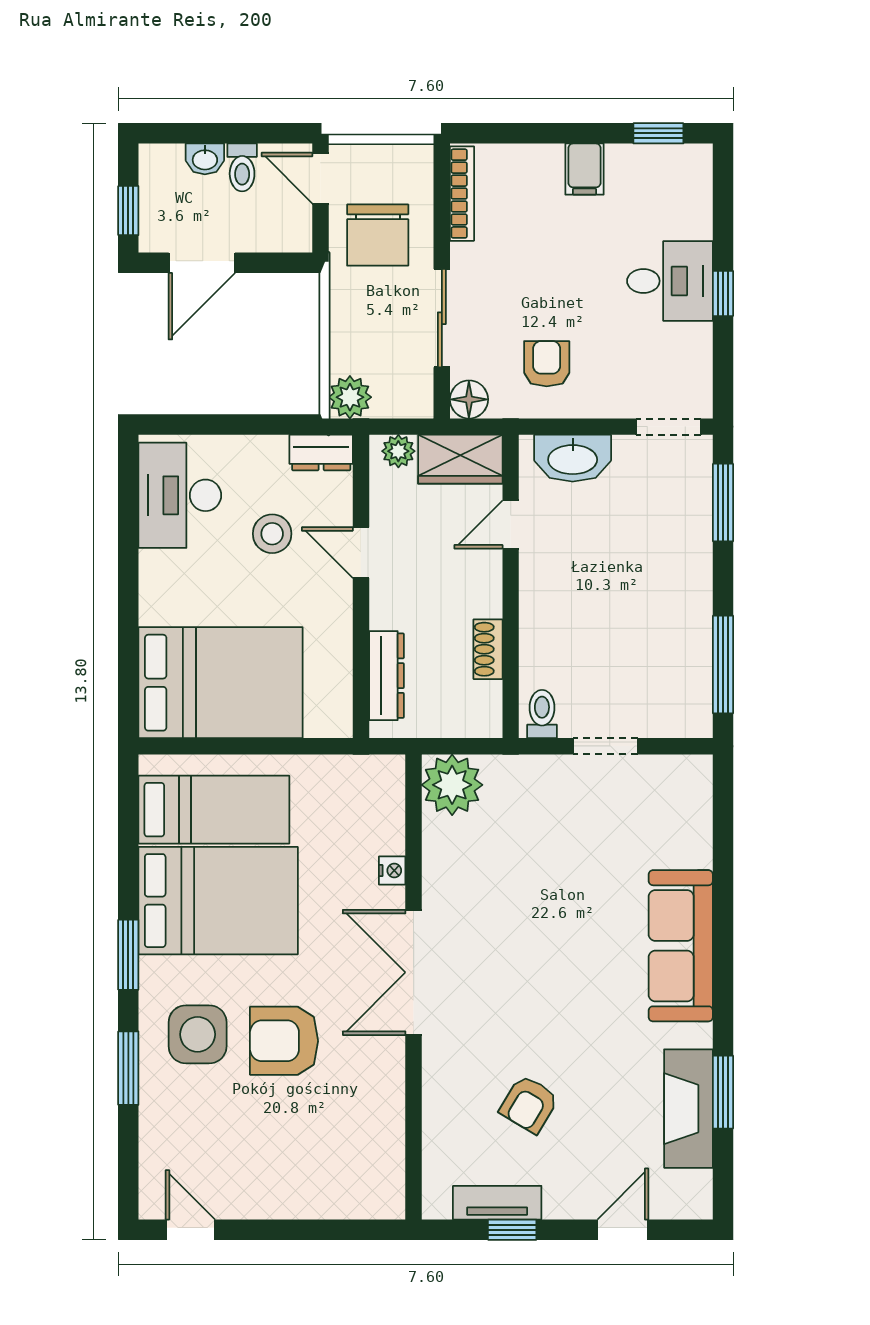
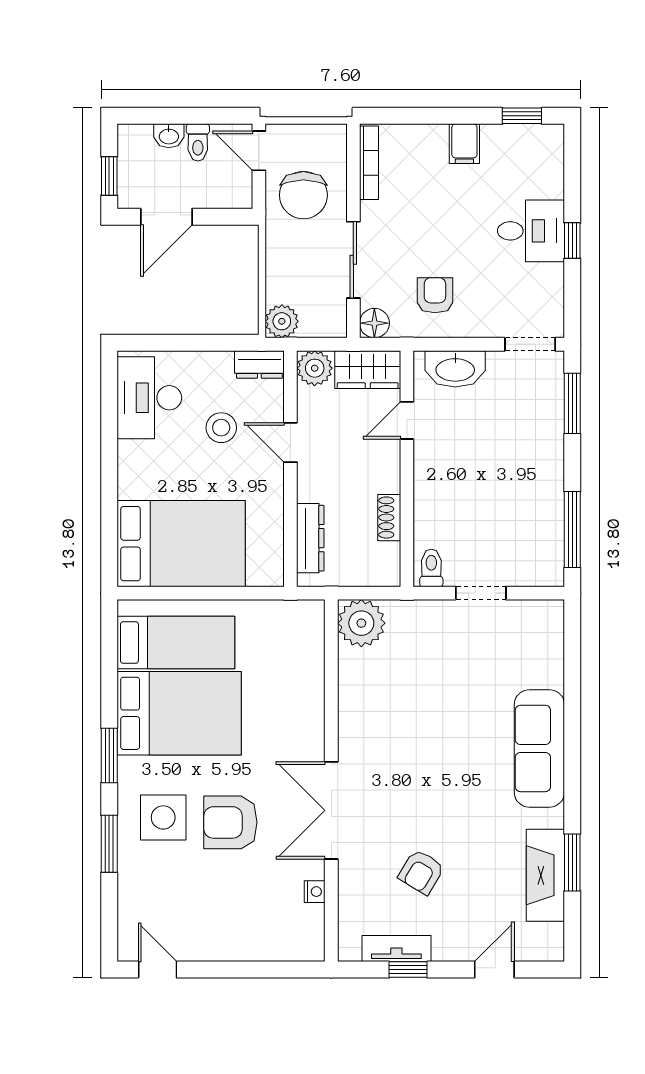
plant: (398, 451) -> (315, 368), width x1.38, depth x1.38
nightstand: (392, 871) -> (315, 892), moved
double door: (414, 972) -> (331, 810), moved

